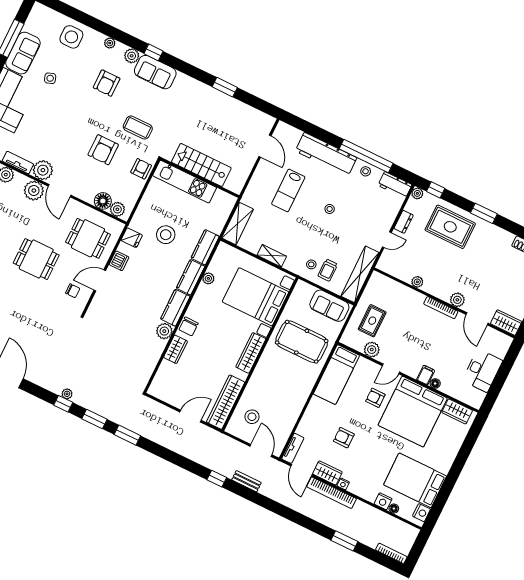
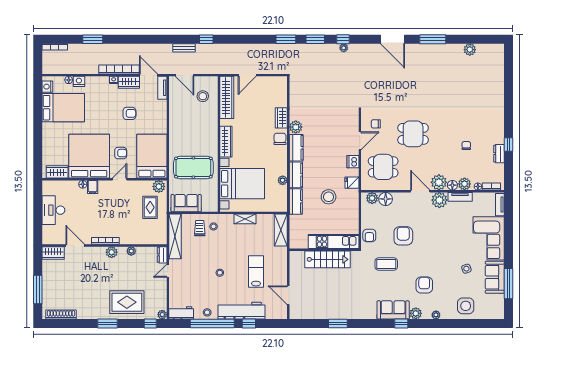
window: (325, 136) -> (249, 324), added
floor lamp: (20, 180) -> (452, 185), added
dresser: (404, 222) -> (162, 255), moved
plant: (457, 300) -> (112, 252), moved
plant: (372, 350) -> (159, 186), moved
bed: (336, 375) -> (152, 156), width x1.50

